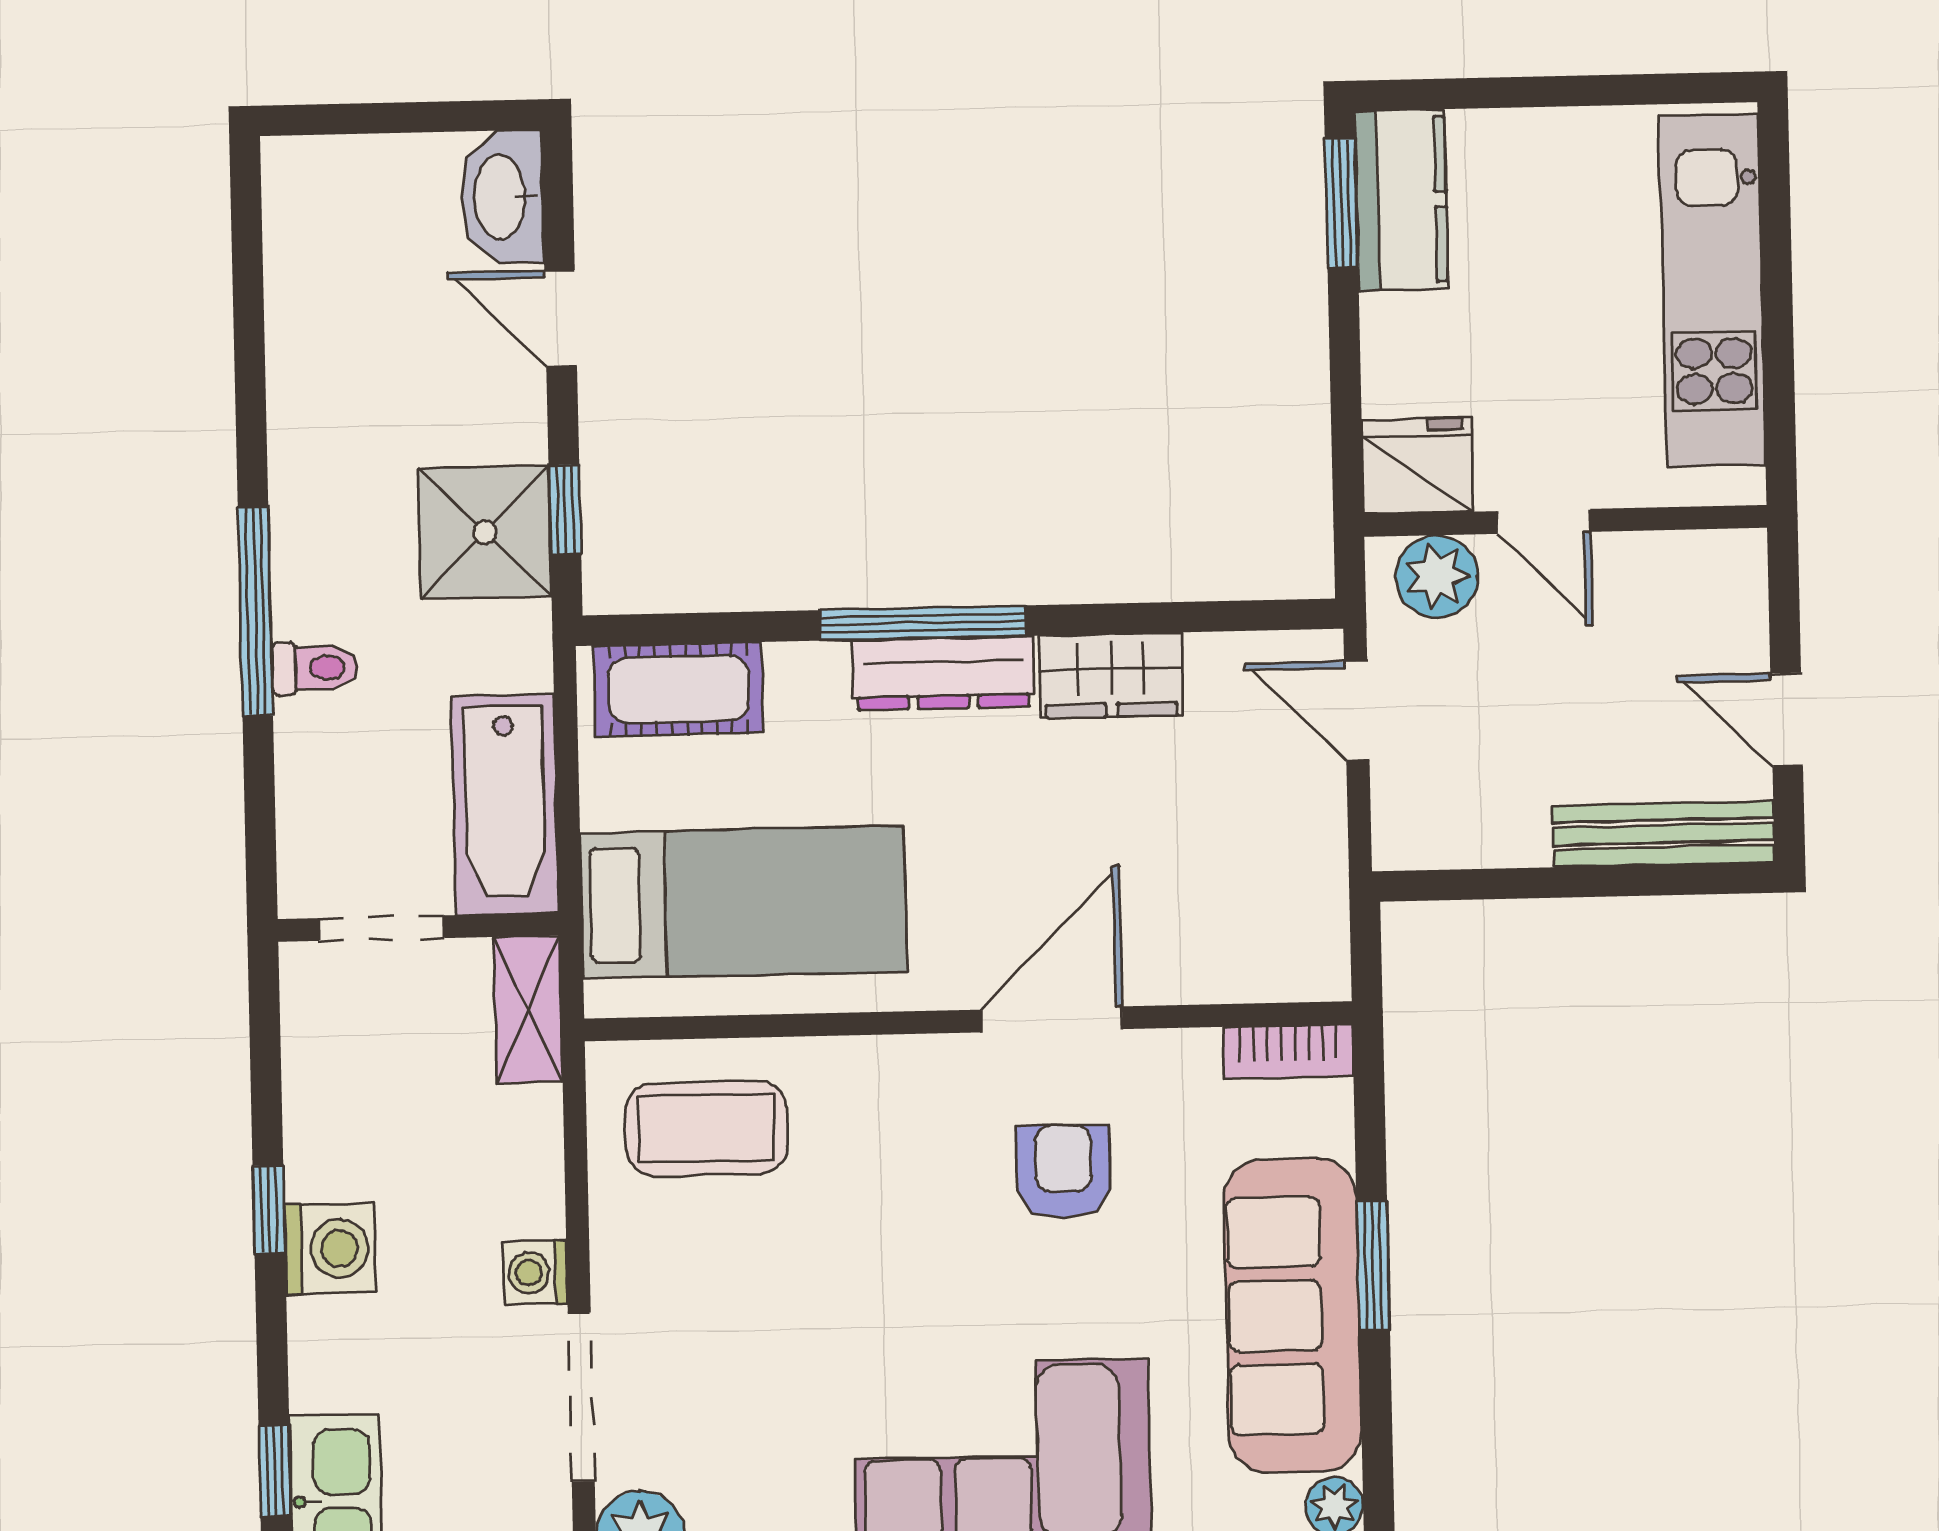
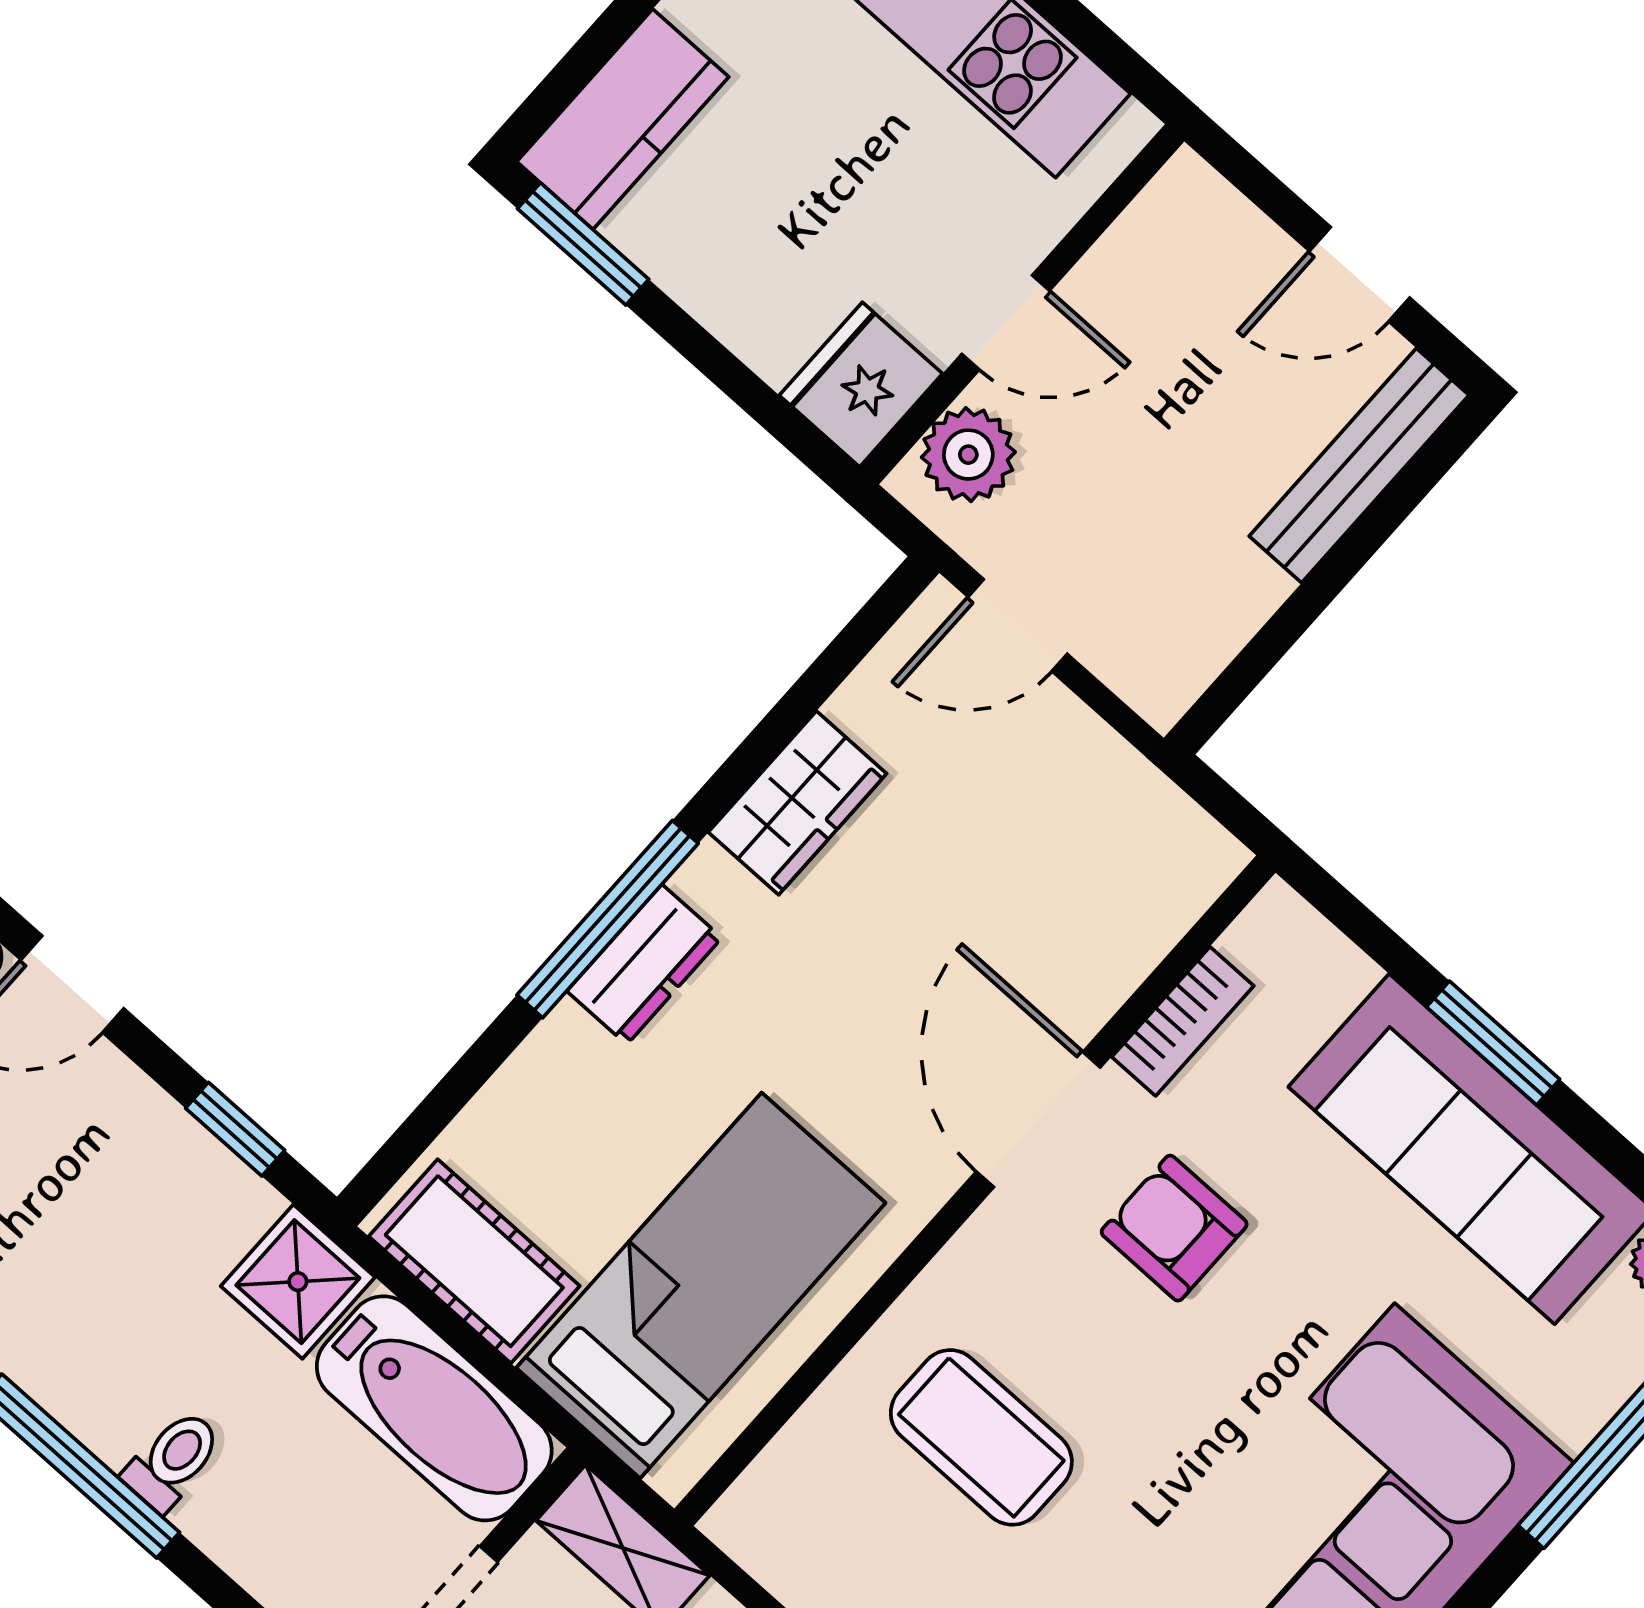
kitchen counter: (1401, 200) -> (623, 119), moved, turned 90
shower: (485, 532) -> (298, 1282), moved, width x0.73, depth x0.73
dresser: (943, 673) -> (644, 964), width x0.70
cot: (679, 689) -> (474, 1261), moved, turned 90
bookcase: (1288, 1051) -> (1183, 1021), moved
coffee table: (706, 1129) -> (981, 1437), moved, turned 90

